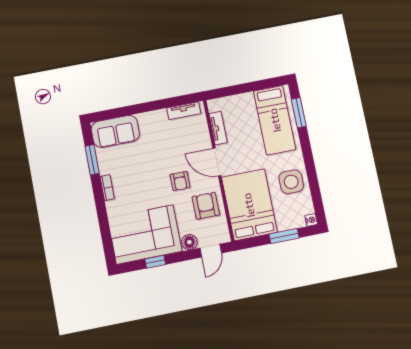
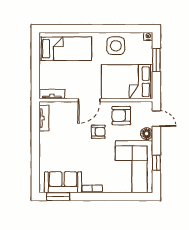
window: (299, 113) -> (63, 29), removed
tv unit: (218, 128) -> (52, 94), moved
sofa: (115, 131) -> (63, 182), moved, turned -90
window: (92, 160) -> (58, 197), moved

